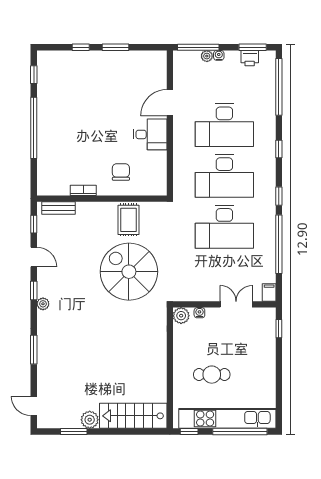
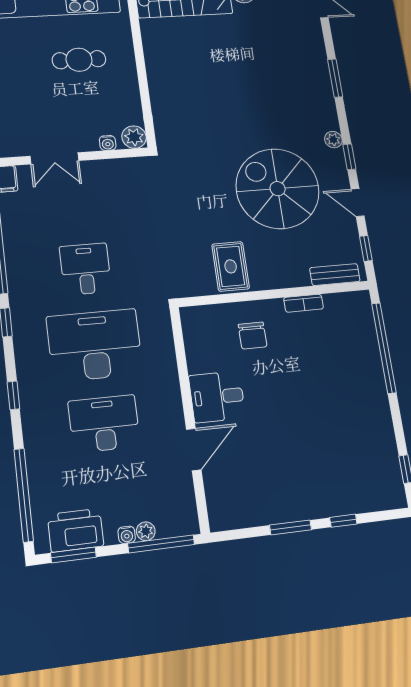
printer: (250, 58) -> (76, 530), width x1.87, depth x1.48
desk: (224, 125) -> (104, 424), width x0.73, depth x0.77
window: (34, 128) -> (384, 348), moved
desk: (224, 227) -> (86, 269), width x0.53, depth x0.77
spiral stairs: (129, 272) -> (278, 189), moved, turned 180

